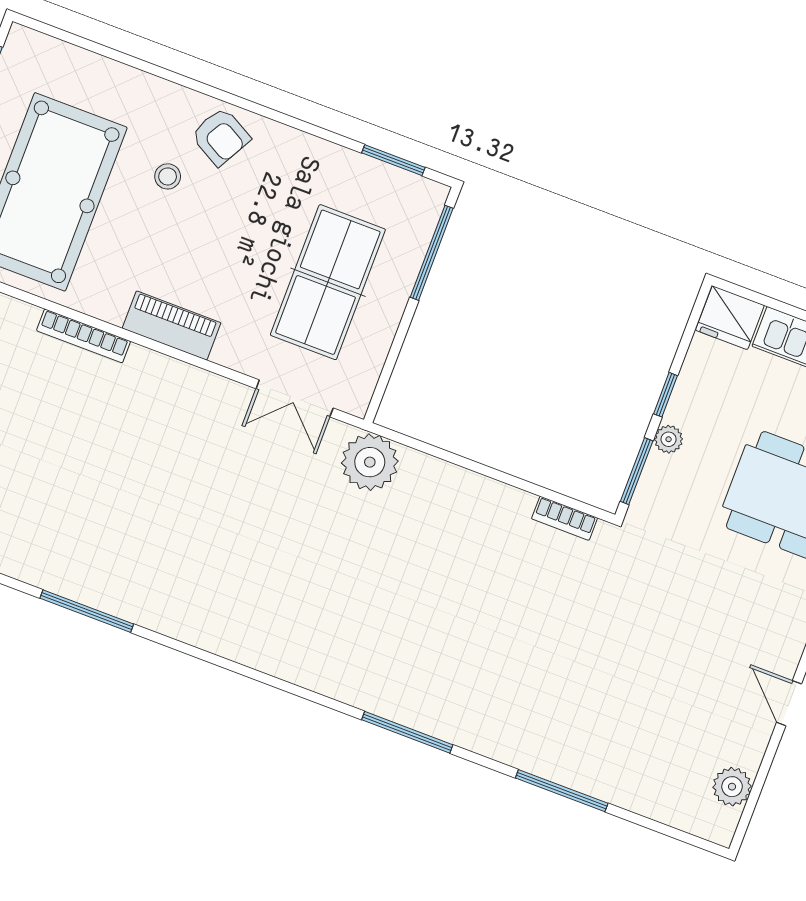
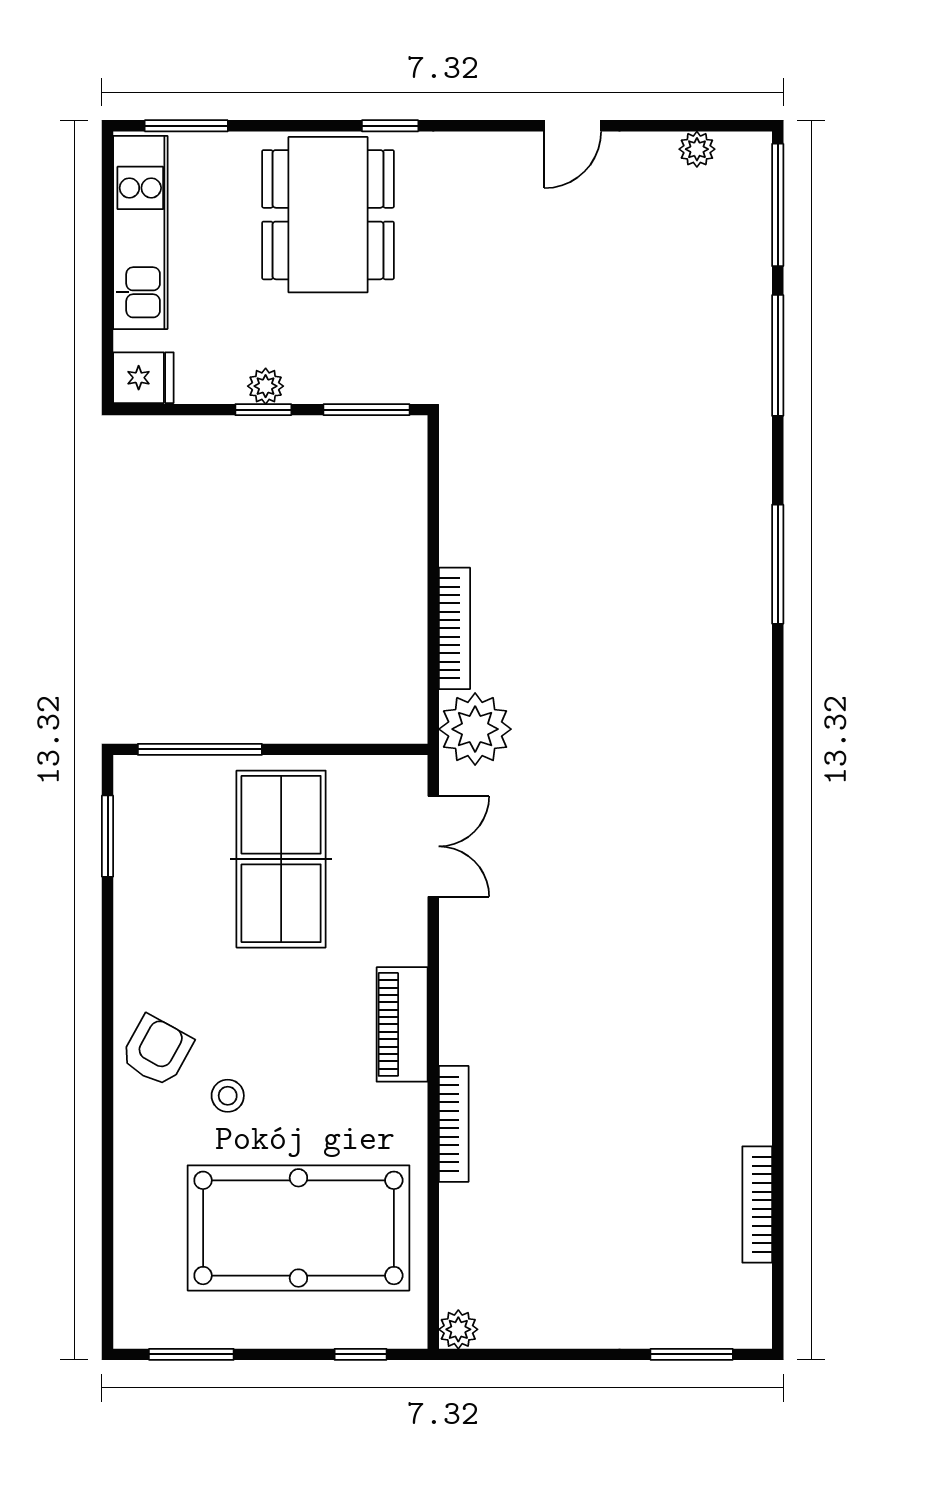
table tennis table: (328, 282) -> (281, 859), turned 90
fridge: (730, 318) -> (143, 378), width x0.72
plant: (669, 439) -> (266, 386), moved
bookcase: (565, 518) -> (454, 628), moved, width x1.56
window: (87, 611) -> (778, 205), moved
plant: (732, 787) -> (697, 149), width x0.73, depth x0.73

